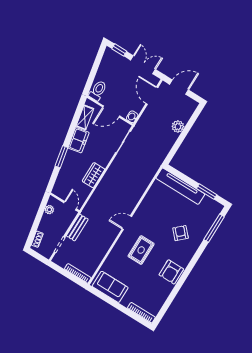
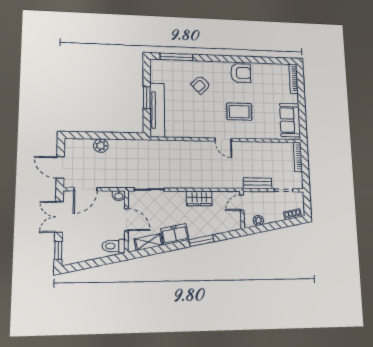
window: (207, 192) -> (147, 98), moved

